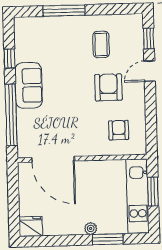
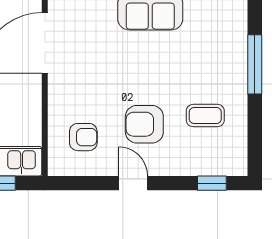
door: (150, 71) -> (133, 183), moved
armchair: (108, 87) -> (144, 124), turned 180

